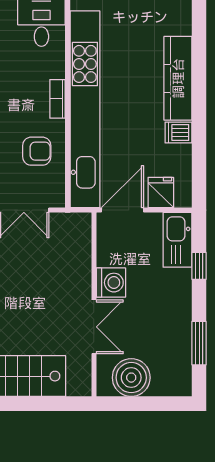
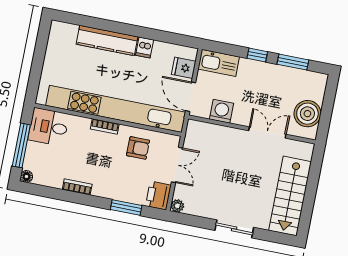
armchair: (37, 151) -> (138, 148), turned 90
window: (199, 266) -> (257, 55), moved
washing machine: (111, 283) -> (221, 111), moved

